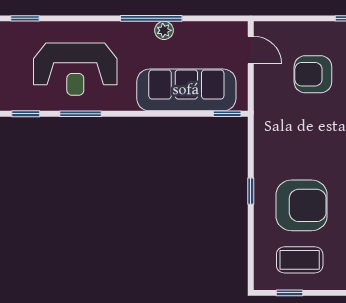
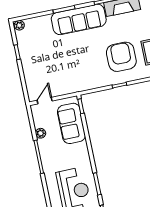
plant: (164, 30) -> (41, 133), moved
armchair: (313, 74) -> (51, 65), removed
sofa: (186, 90) -> (71, 123), width x0.73

